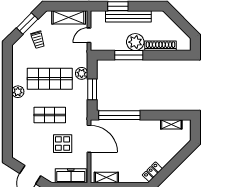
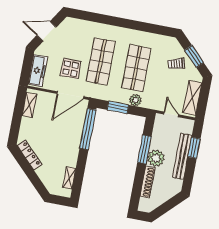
plant: (18, 92) -> (129, 35), removed
shop shelf: (50, 115) -> (101, 61), width x1.43, depth x1.36
locker: (152, 172) -> (29, 155), width x1.53

